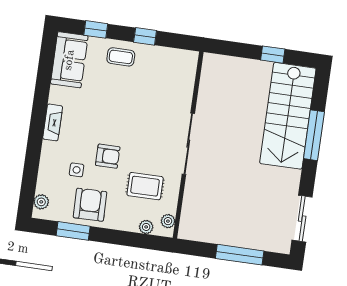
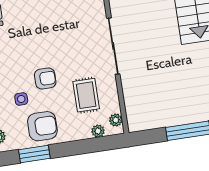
rug: (145, 186) -> (86, 95), turned 90
armchair: (90, 205) -> (42, 126), turned 91

